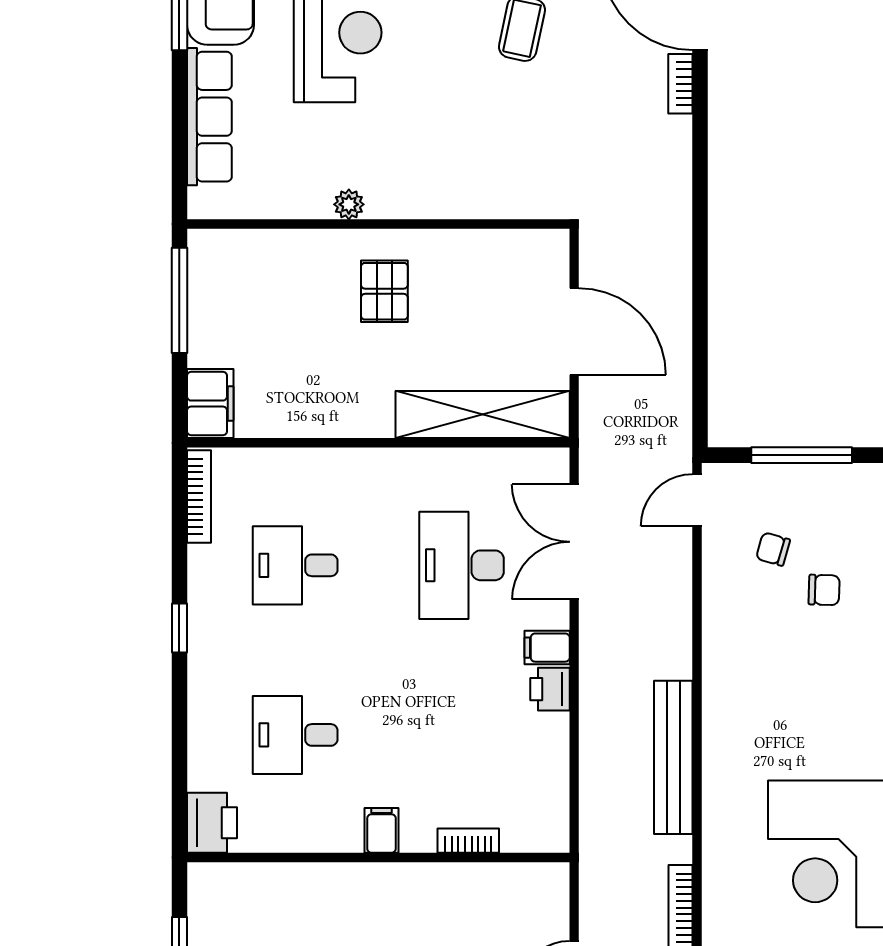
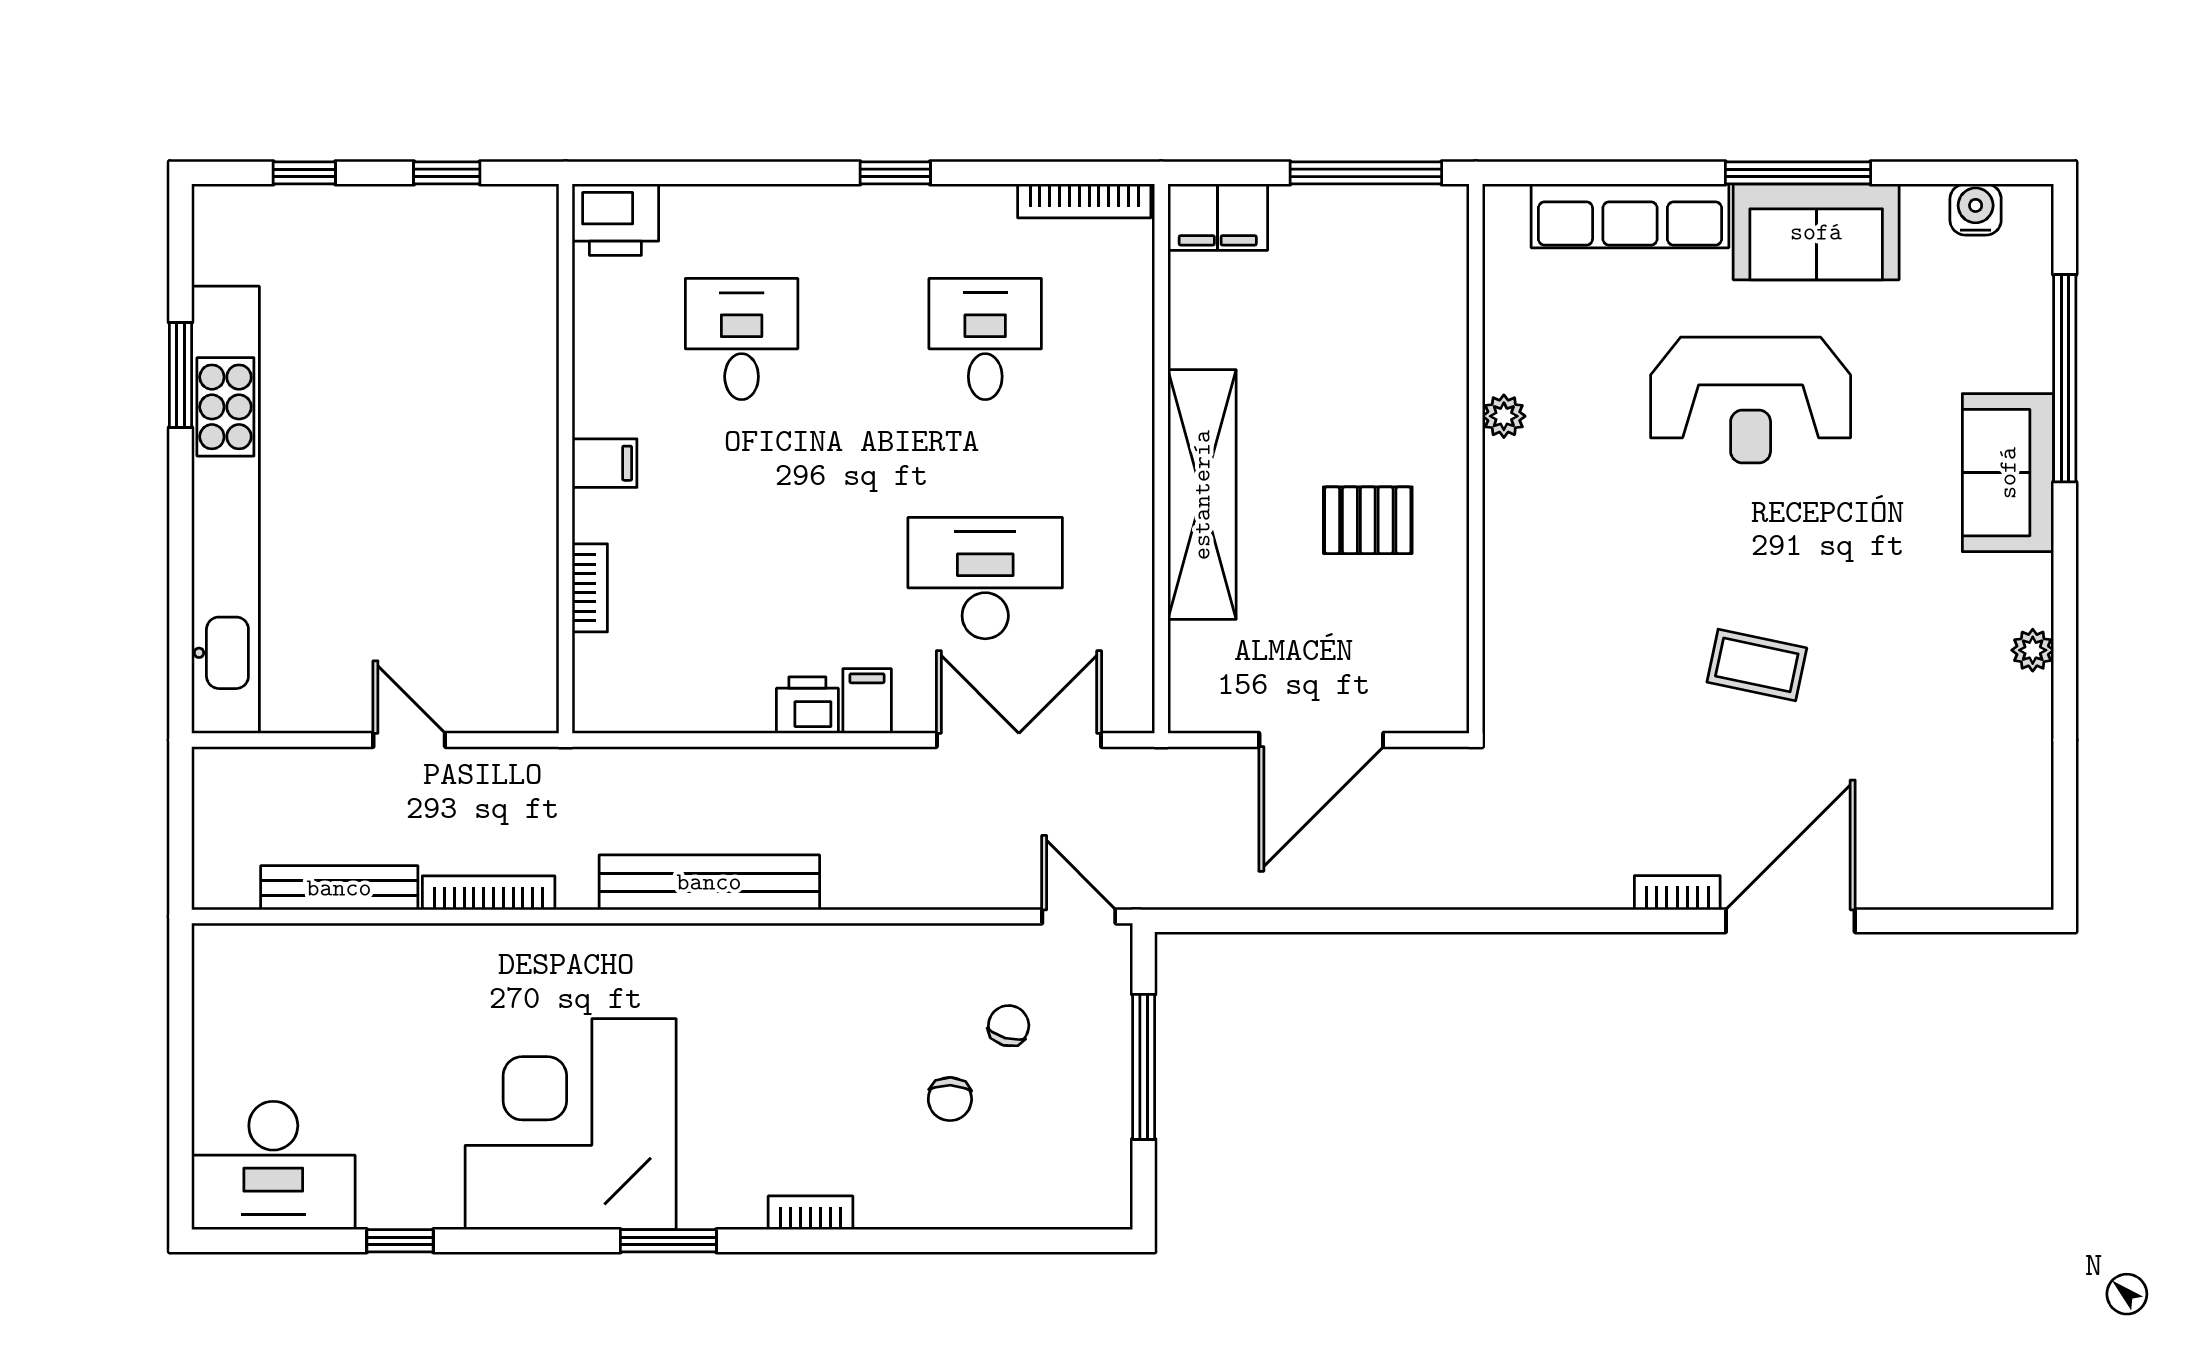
pallet: (384, 291) -> (1368, 520), moved
shelving: (483, 415) -> (1202, 495), moved

